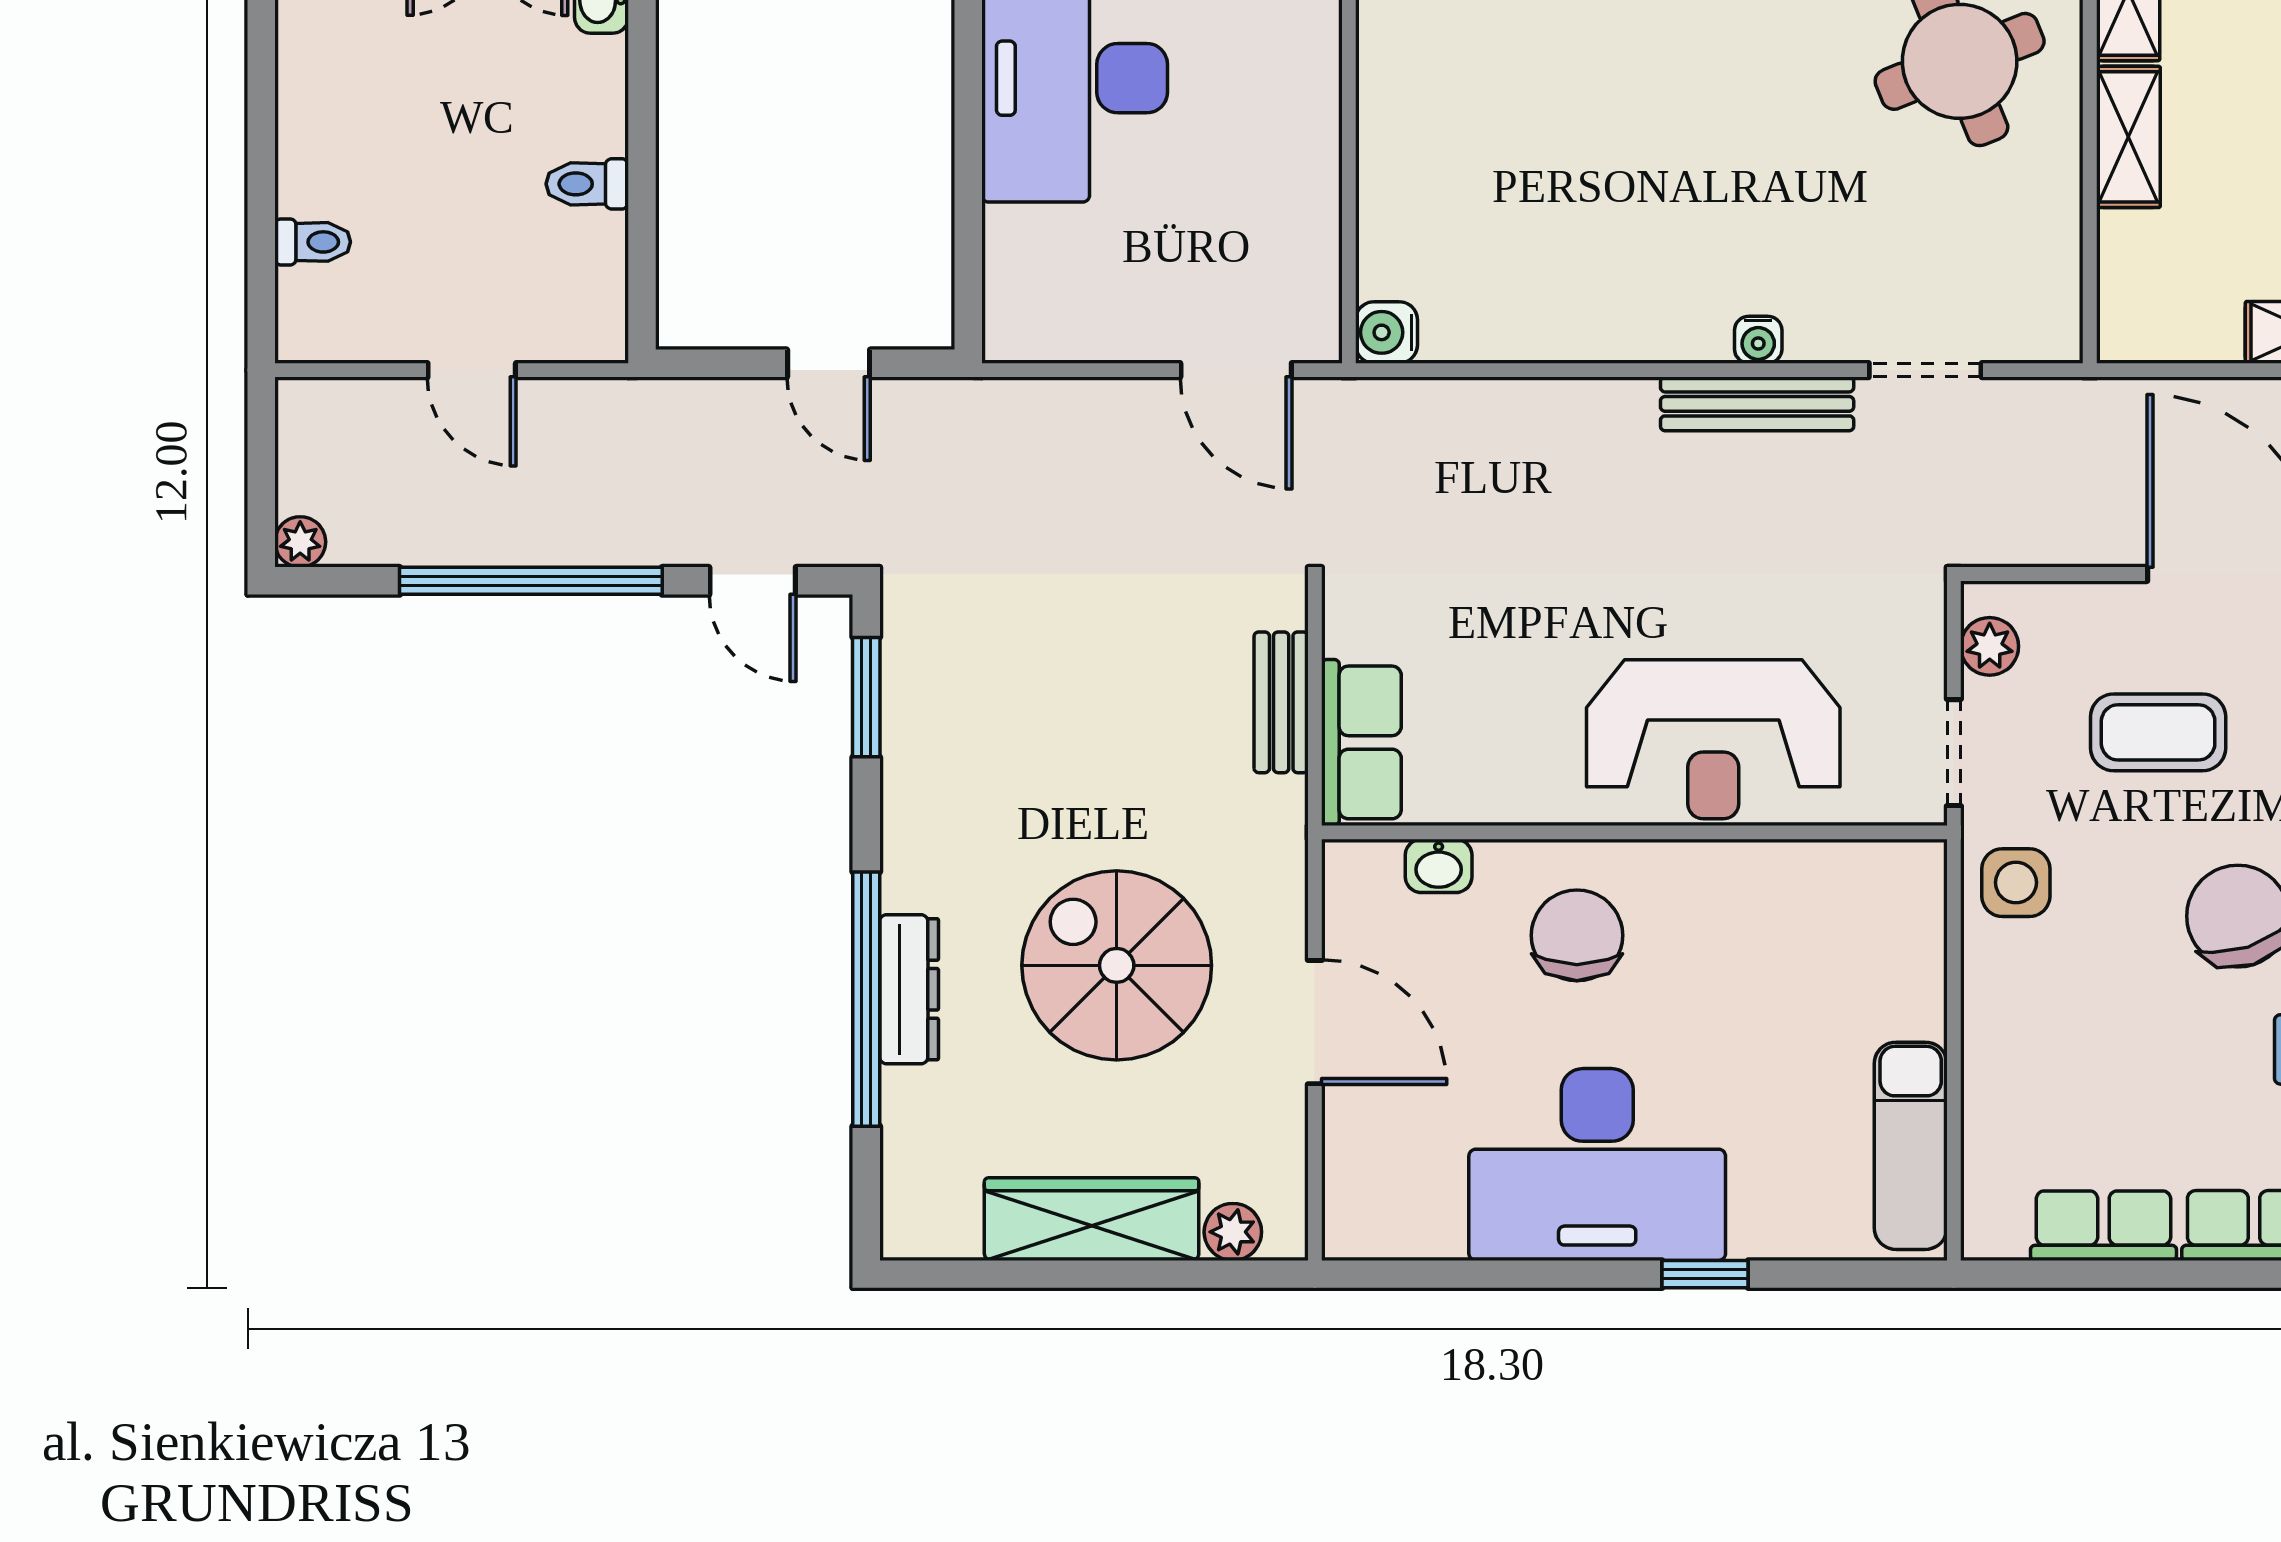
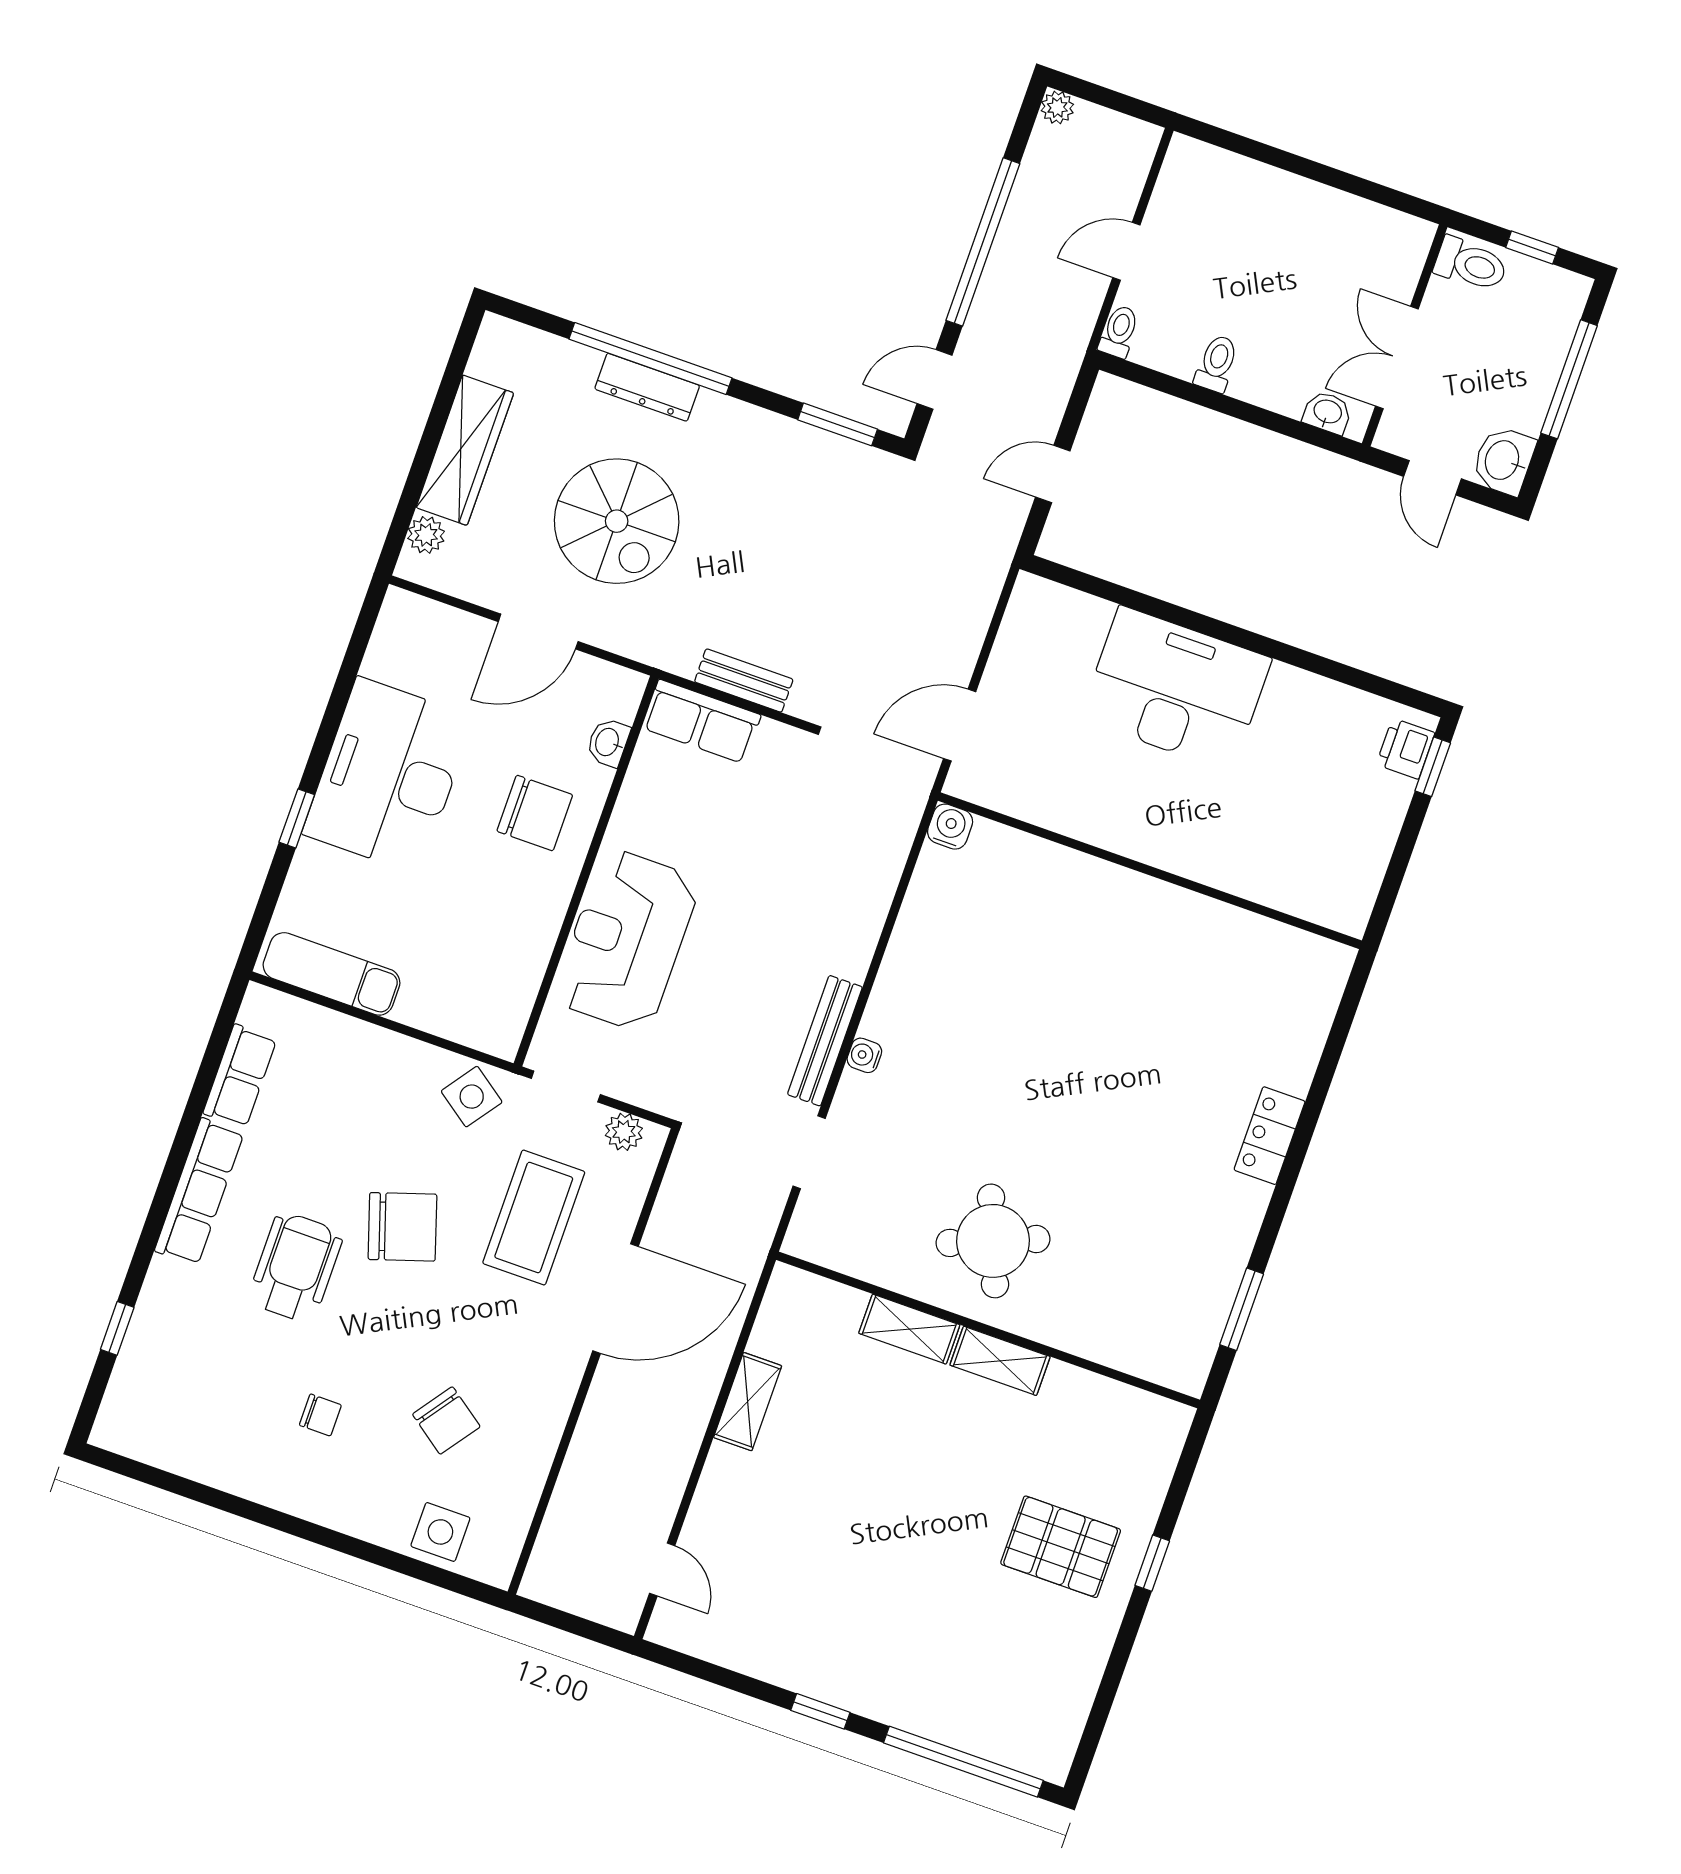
toilet: (313, 242) -> (1119, 331), moved, turned 180
coffee table: (2158, 732) -> (534, 1218), width x1.36, depth x1.32
side table: (2016, 883) -> (472, 1097), turned 36
spiral stairs: (1117, 965) -> (617, 521), turned 90

